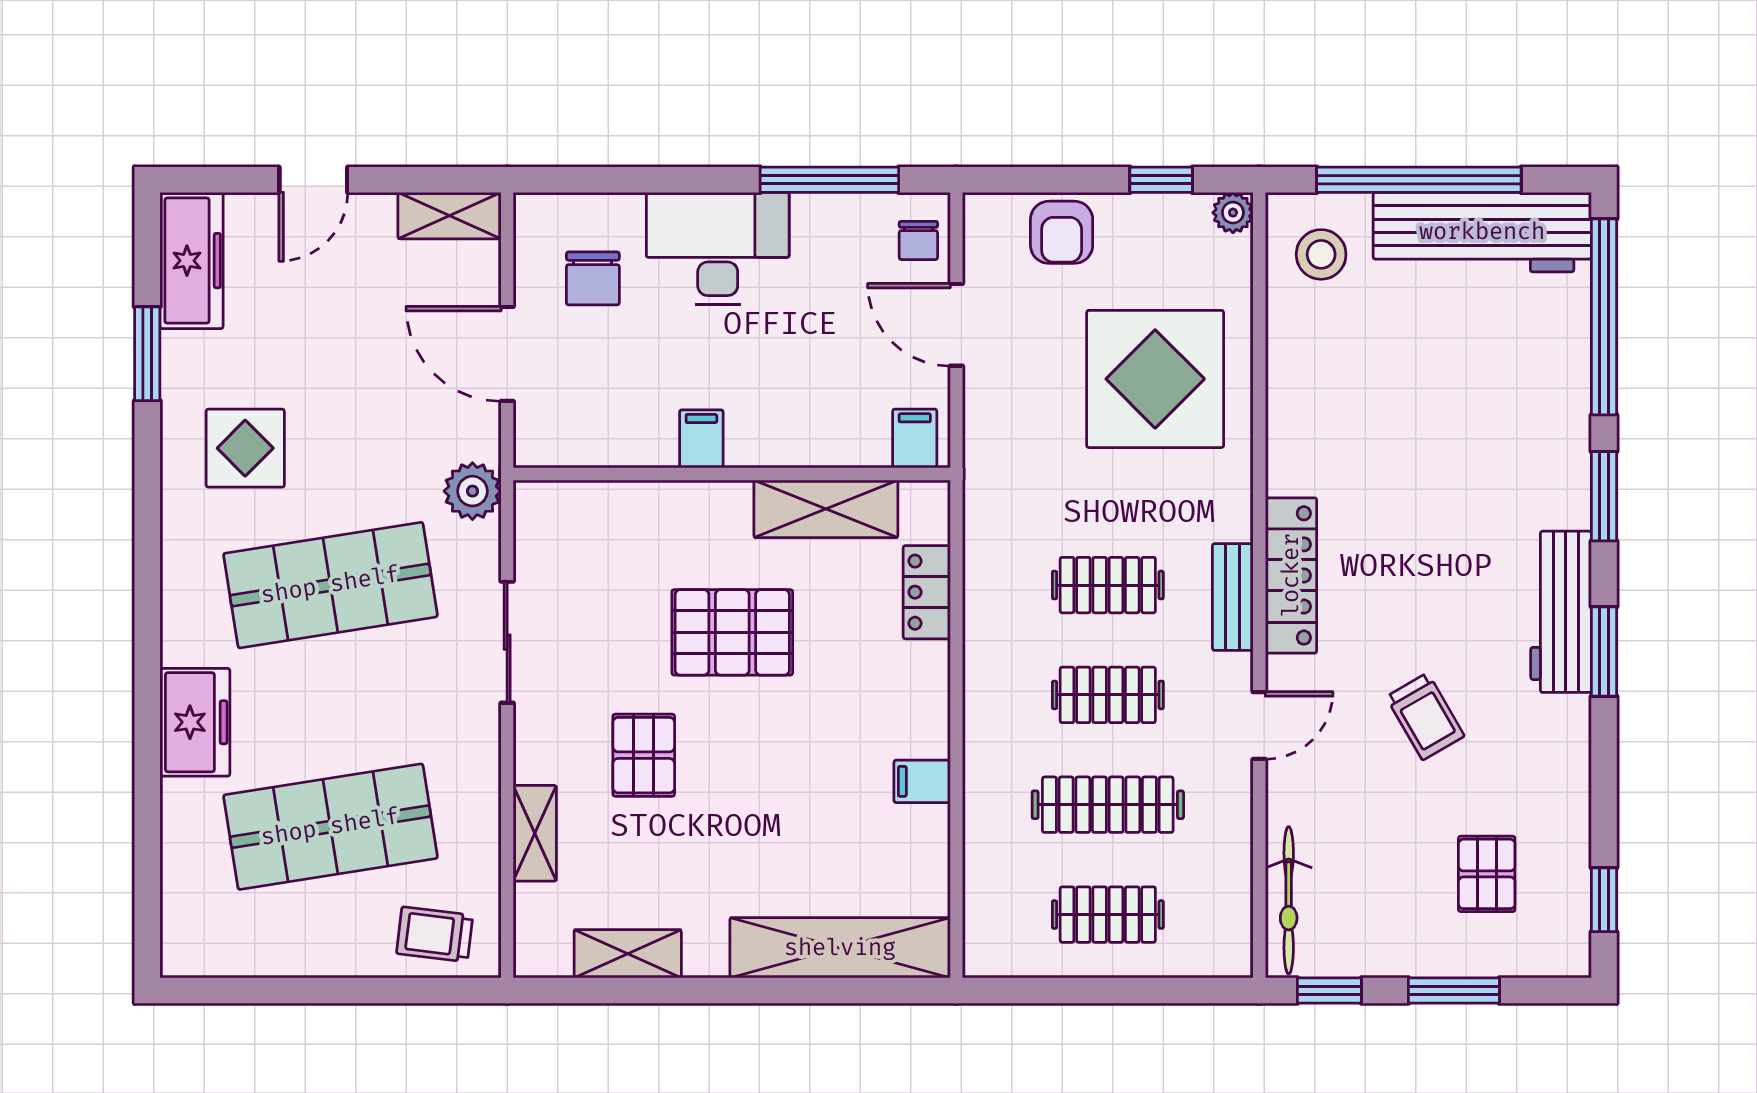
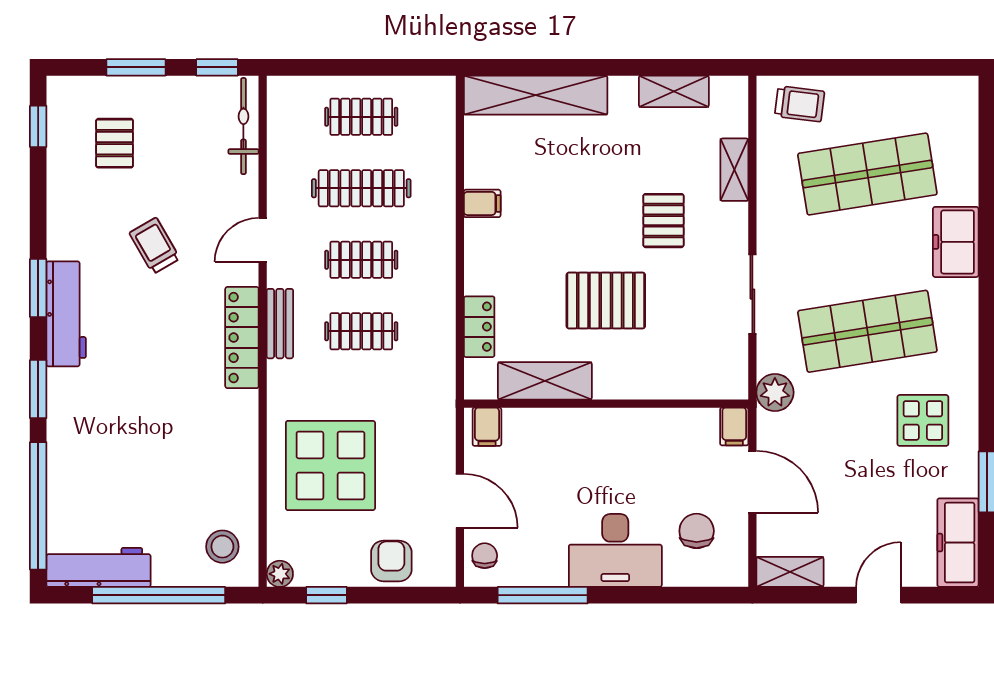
workbench: (1482, 232) -> (98, 567), width x0.73, depth x0.76
filing cabinet: (701, 439) -> (734, 426), moved

